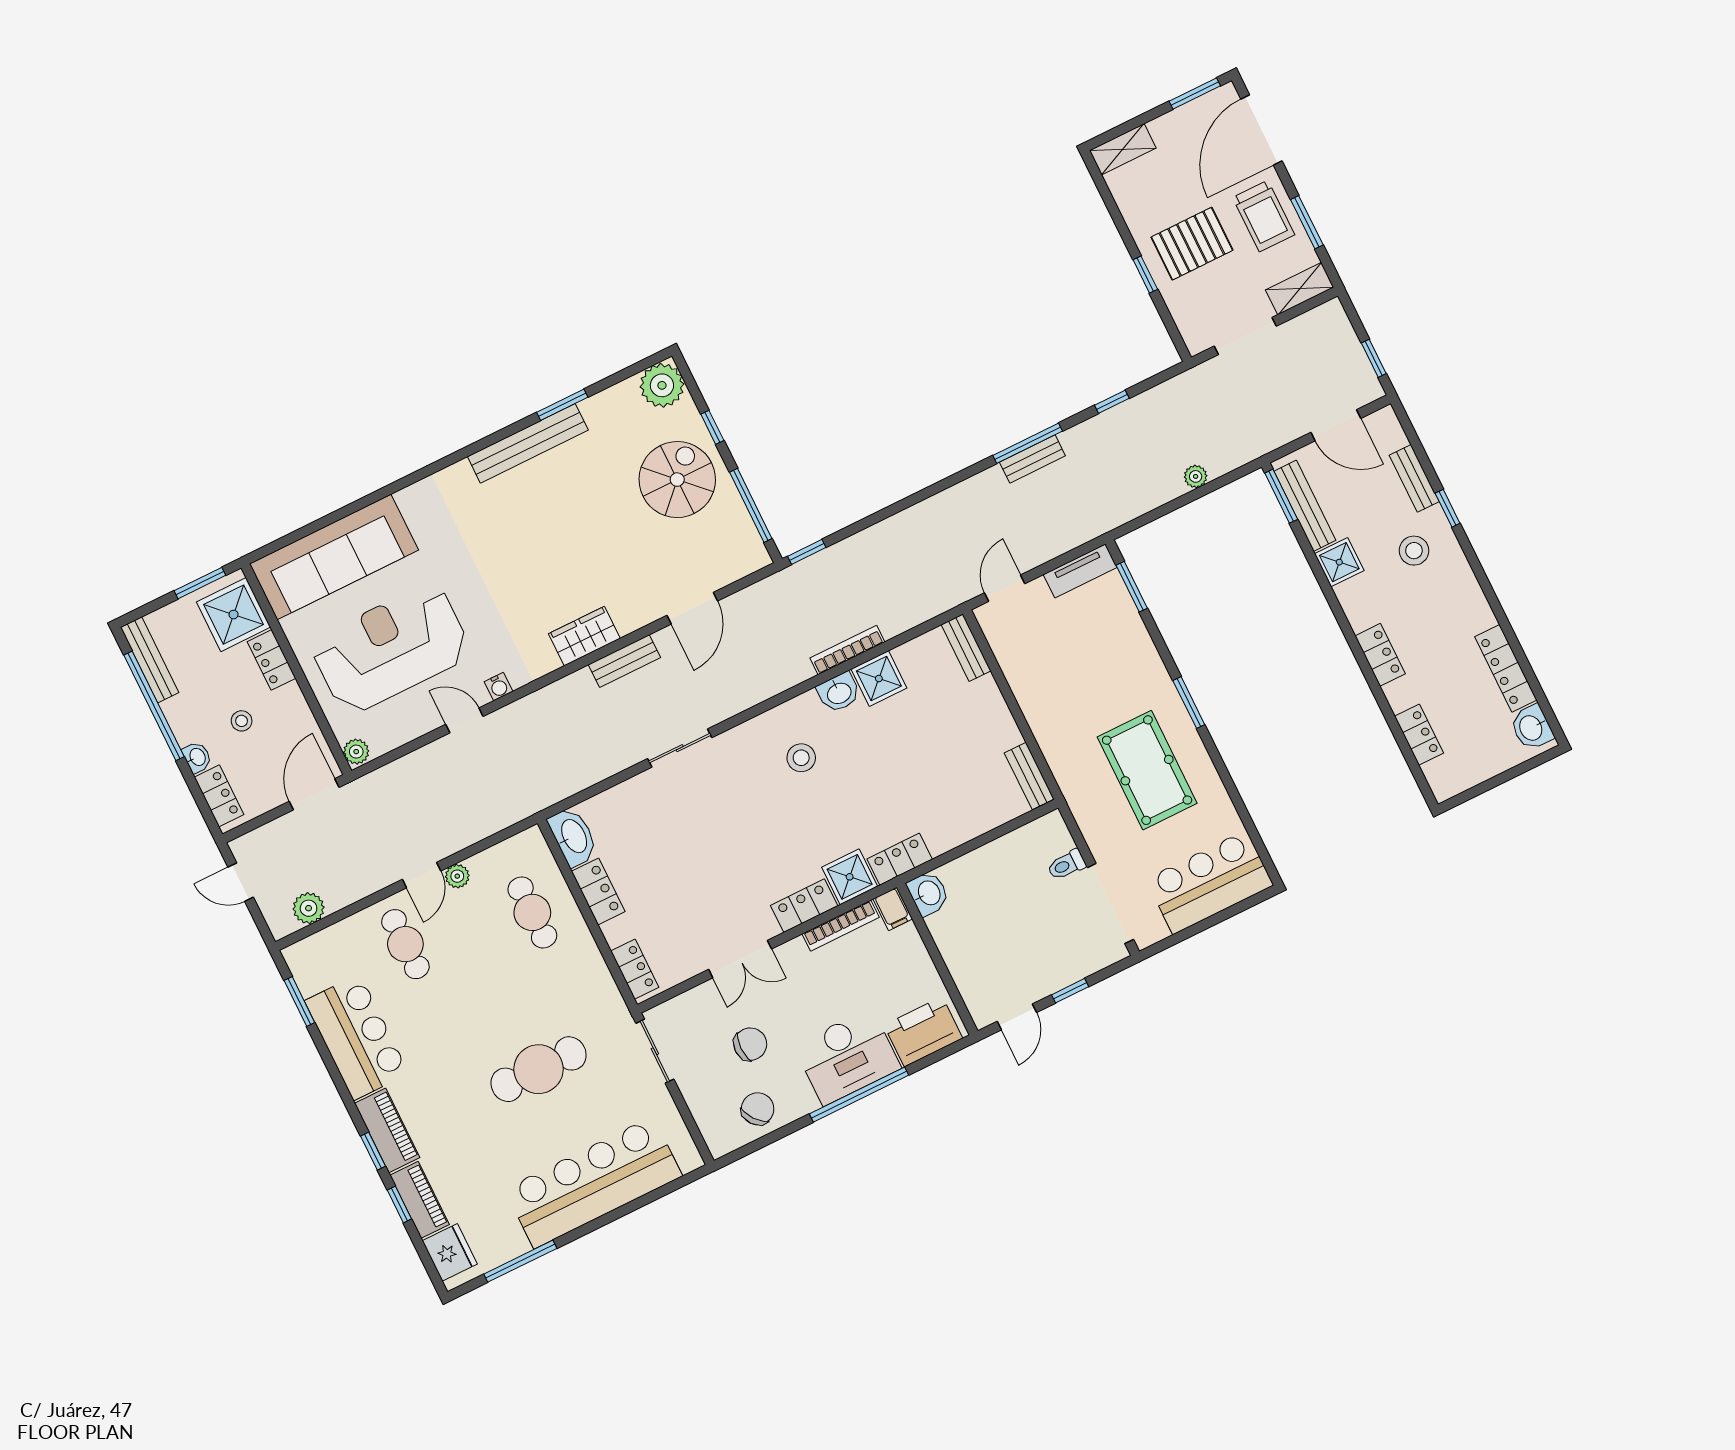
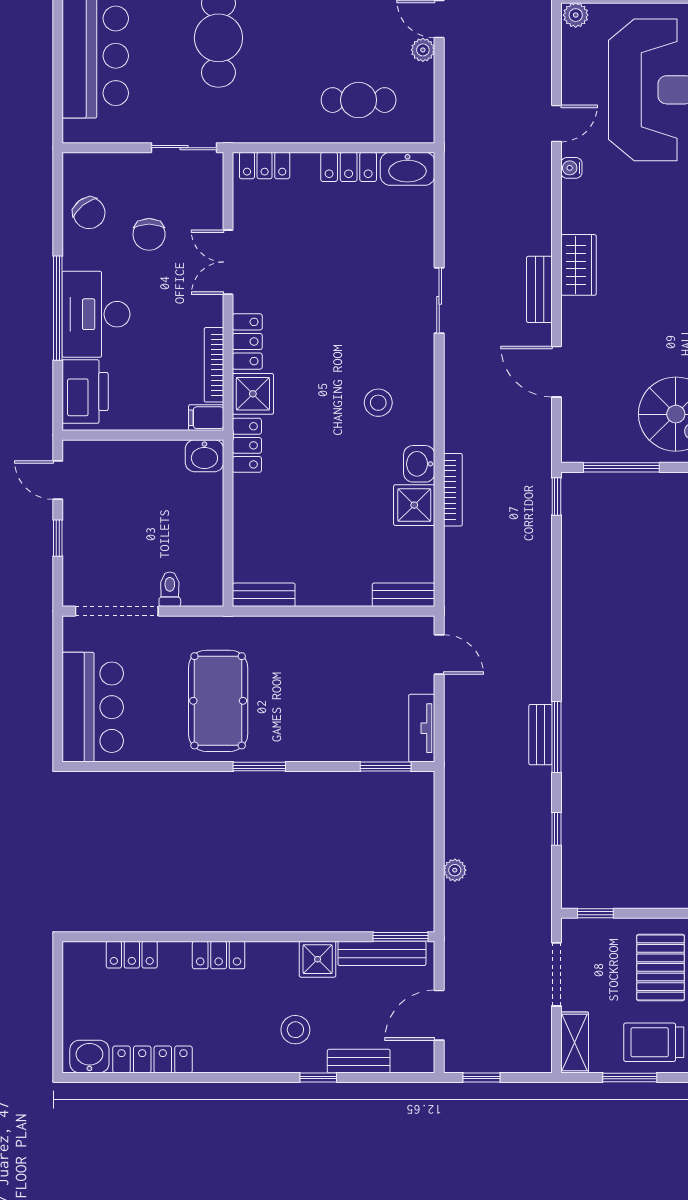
window: (1145, 275) -> (595, 913), moved
pool table: (1147, 770) -> (218, 701), turned 90

